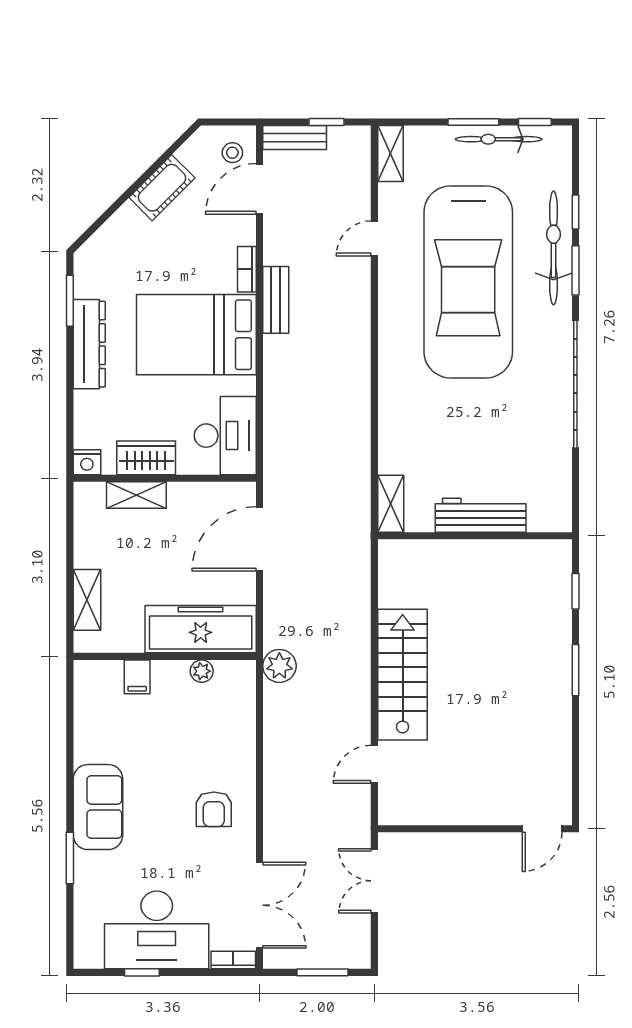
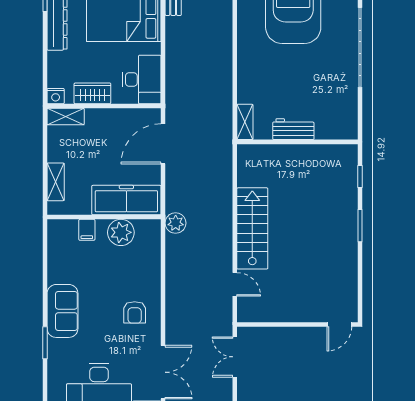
shelving: (136, 495) -> (66, 117), moved
workbench: (481, 515) -> (293, 129), width x0.73
plant: (202, 671) -> (121, 232), width x1.87, depth x1.87
door: (374, 764) -> (235, 284), swing flipped

